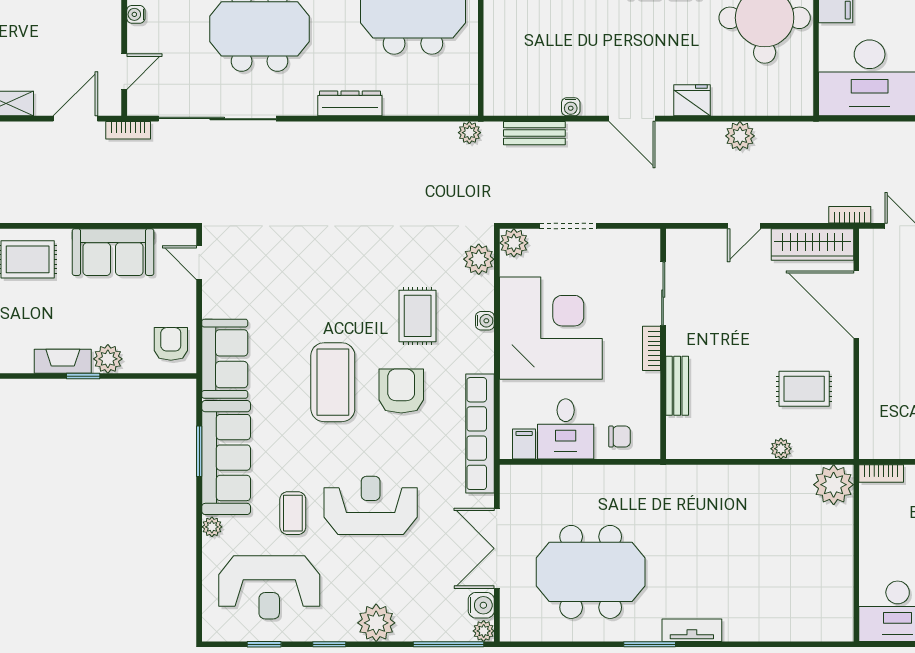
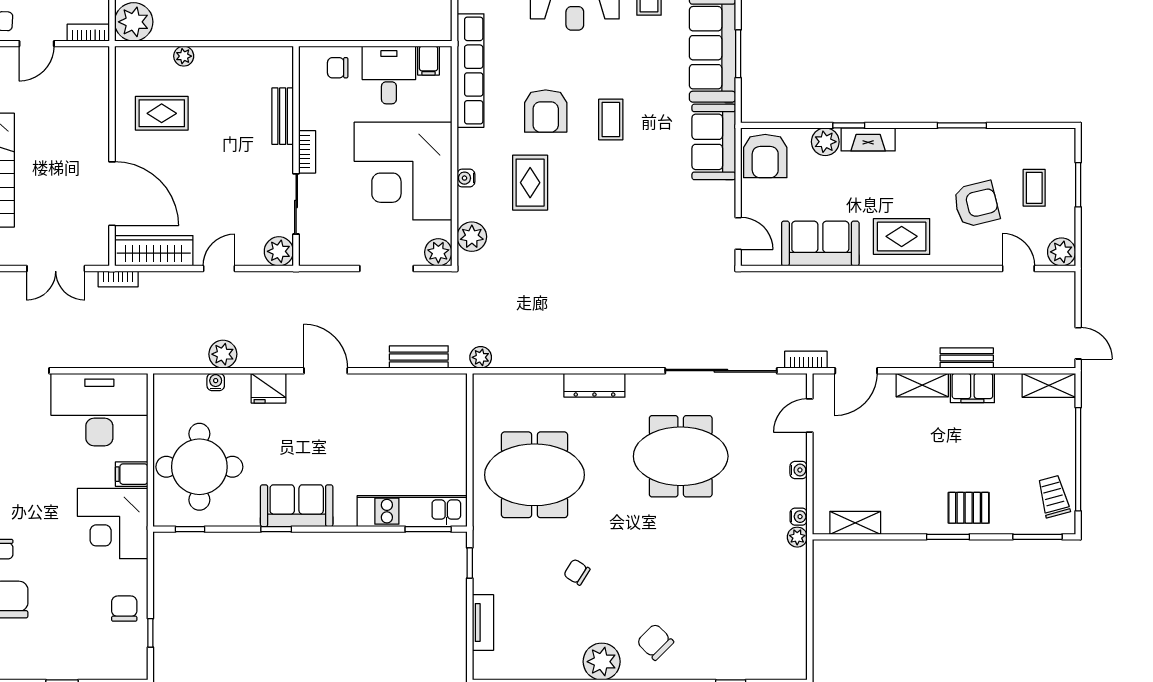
water cooler: (571, 107) -> (216, 382), moved
plant: (681, 244) -> (279, 251), added
armchair: (171, 344) -> (765, 156), width x1.38, depth x1.38
coffee table: (333, 382) -> (611, 119), width x0.54, depth x0.58

